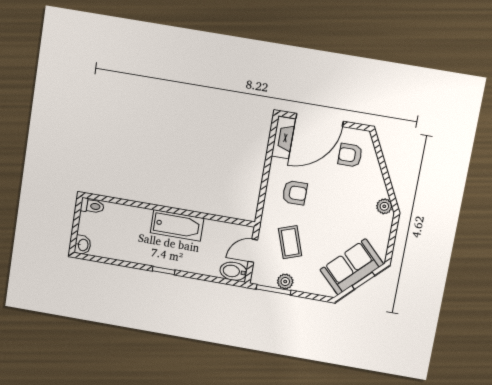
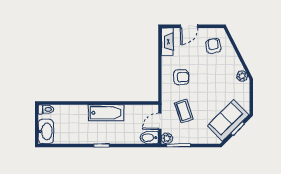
door: (320, 120) -> (189, 26), width x0.53
armchair: (350, 155) -> (213, 46), turned 81
washbasin: (83, 245) -> (46, 131), width x1.91, depth x1.45
plant: (285, 282) -> (167, 138), moved

